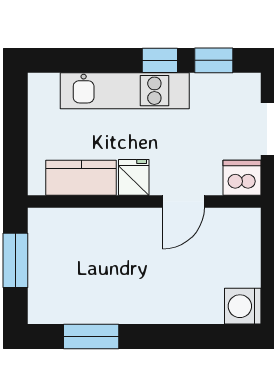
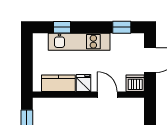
window: (160, 60) -> (62, 27), moved
door: (183, 201) -> (107, 95), swing flipped

